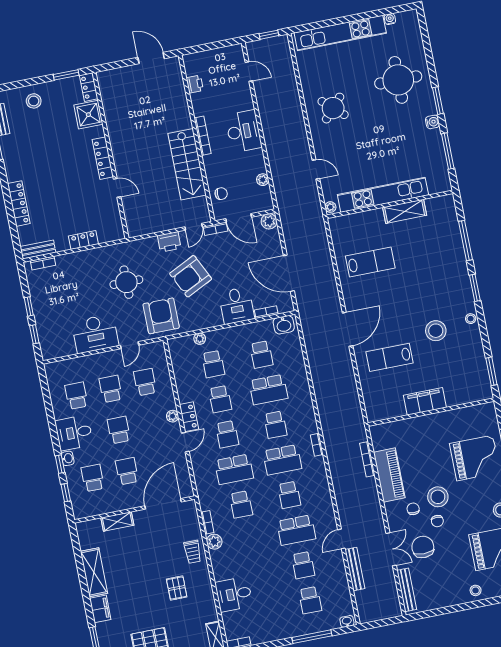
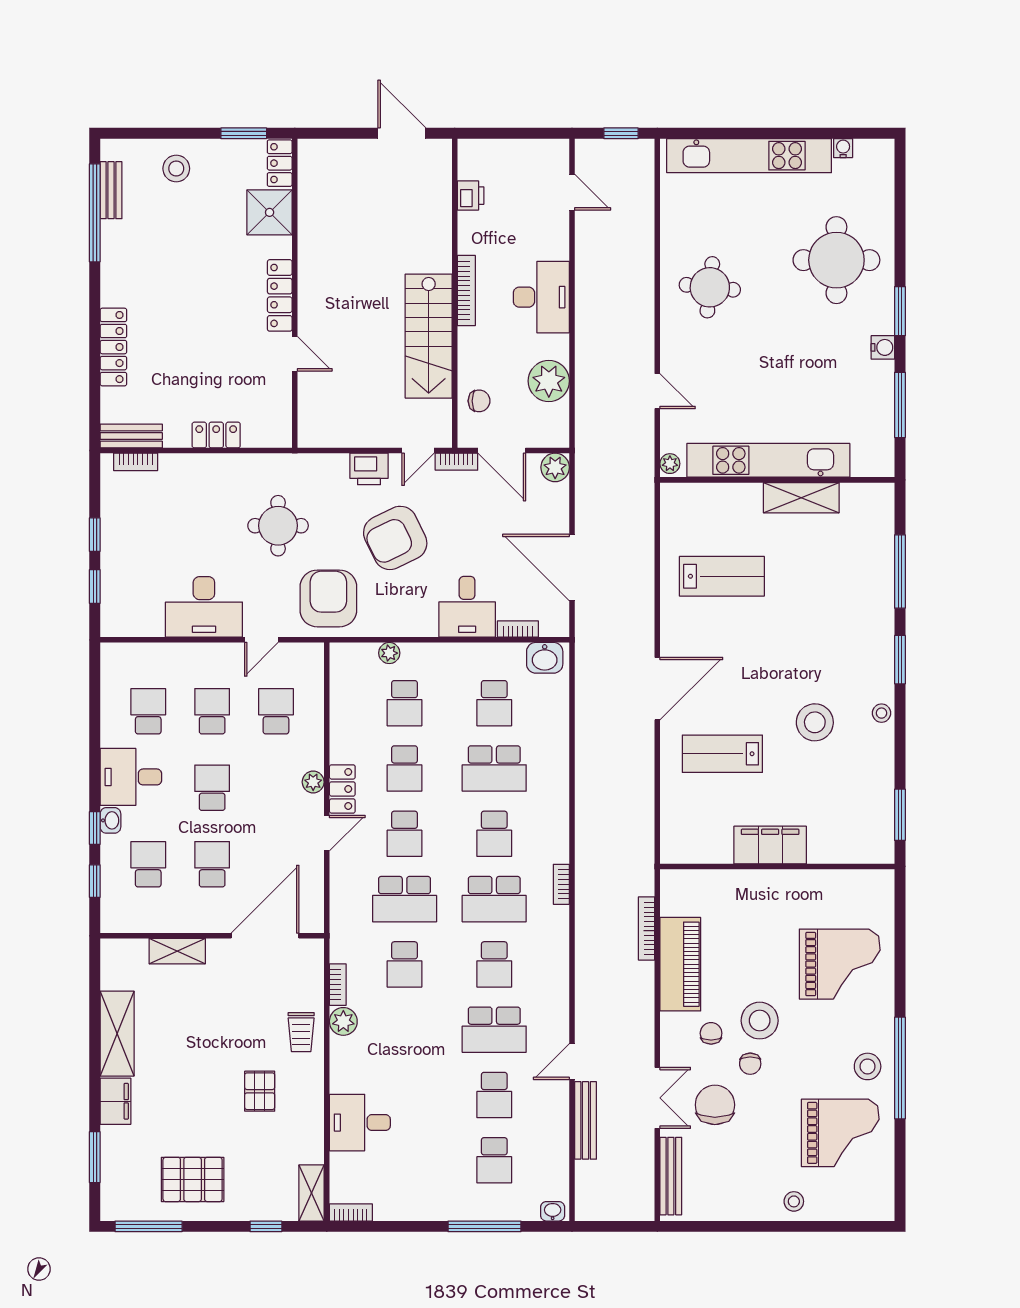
round table: (333, 108) -> (710, 287), turned -36
plant: (263, 180) -> (549, 381), width x1.88, depth x1.88

